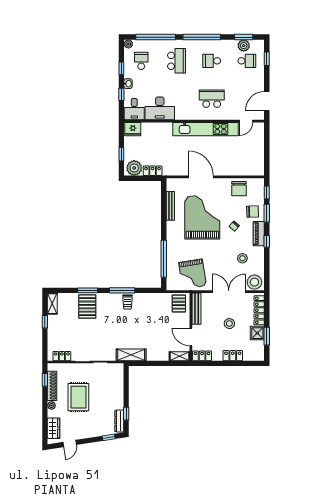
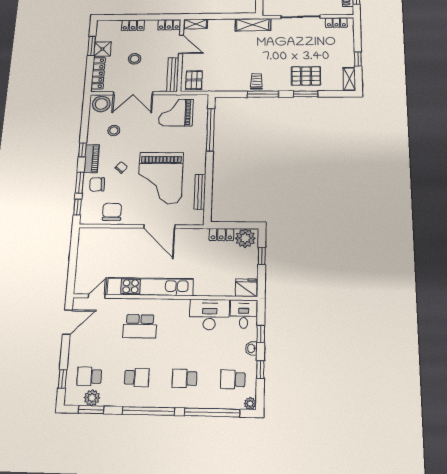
school desk: (141, 61) -> (233, 379), turned 90
school desk: (176, 61) -> (185, 378), width x0.54
grand piano: (192, 274) -> (176, 113), turned -81
pallet: (87, 307) -> (306, 76), turned 90

